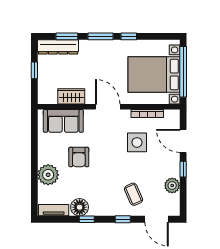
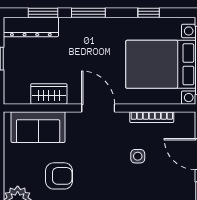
window: (129, 36) -> (149, 13), moved
side table: (137, 142) -> (138, 156), width x0.54, depth x0.54
armchair: (79, 157) -> (59, 176), turned -90

